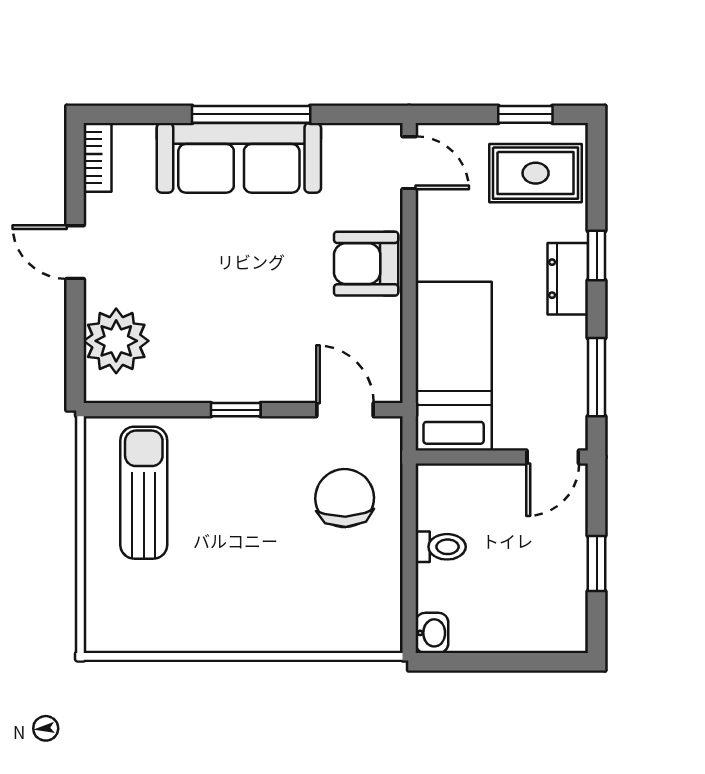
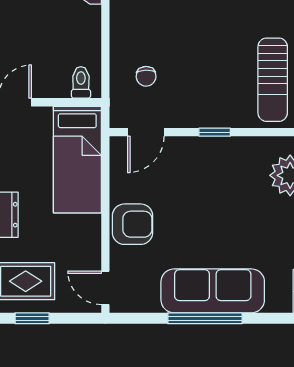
door: (345, 410) -> (146, 132), hinge flipped
chair: (345, 498) -> (146, 76), width x0.54, depth x0.54
toilet: (441, 547) -> (81, 82), moved, turned 90

